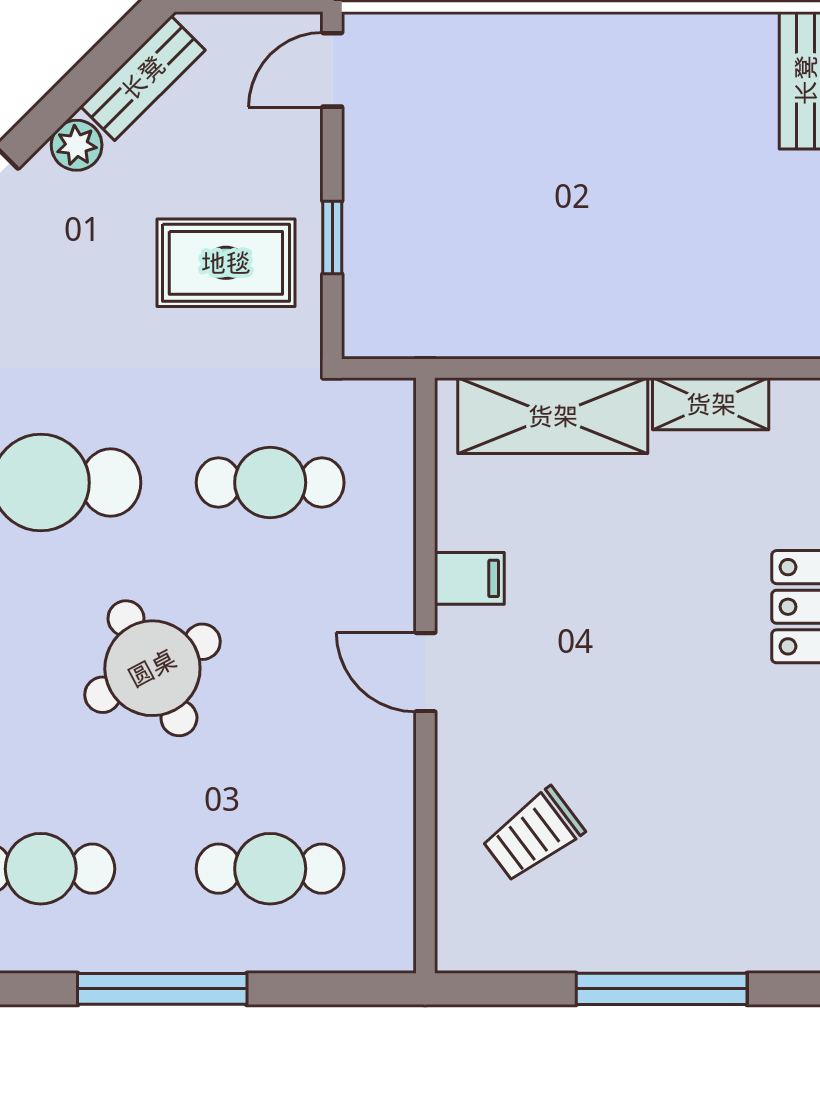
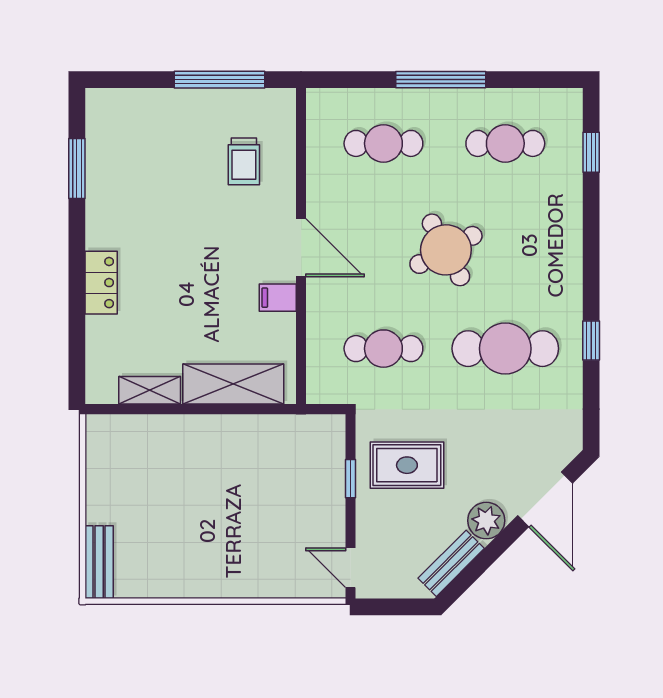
door: (332, 70) -> (350, 568), swing flipped
plant: (77, 145) -> (486, 521), width x1.38, depth x1.38
door: (425, 672) -> (301, 248), width x1.38
trolley: (533, 835) -> (244, 161), turned 127
window: (662, 989) -> (220, 80), moved

